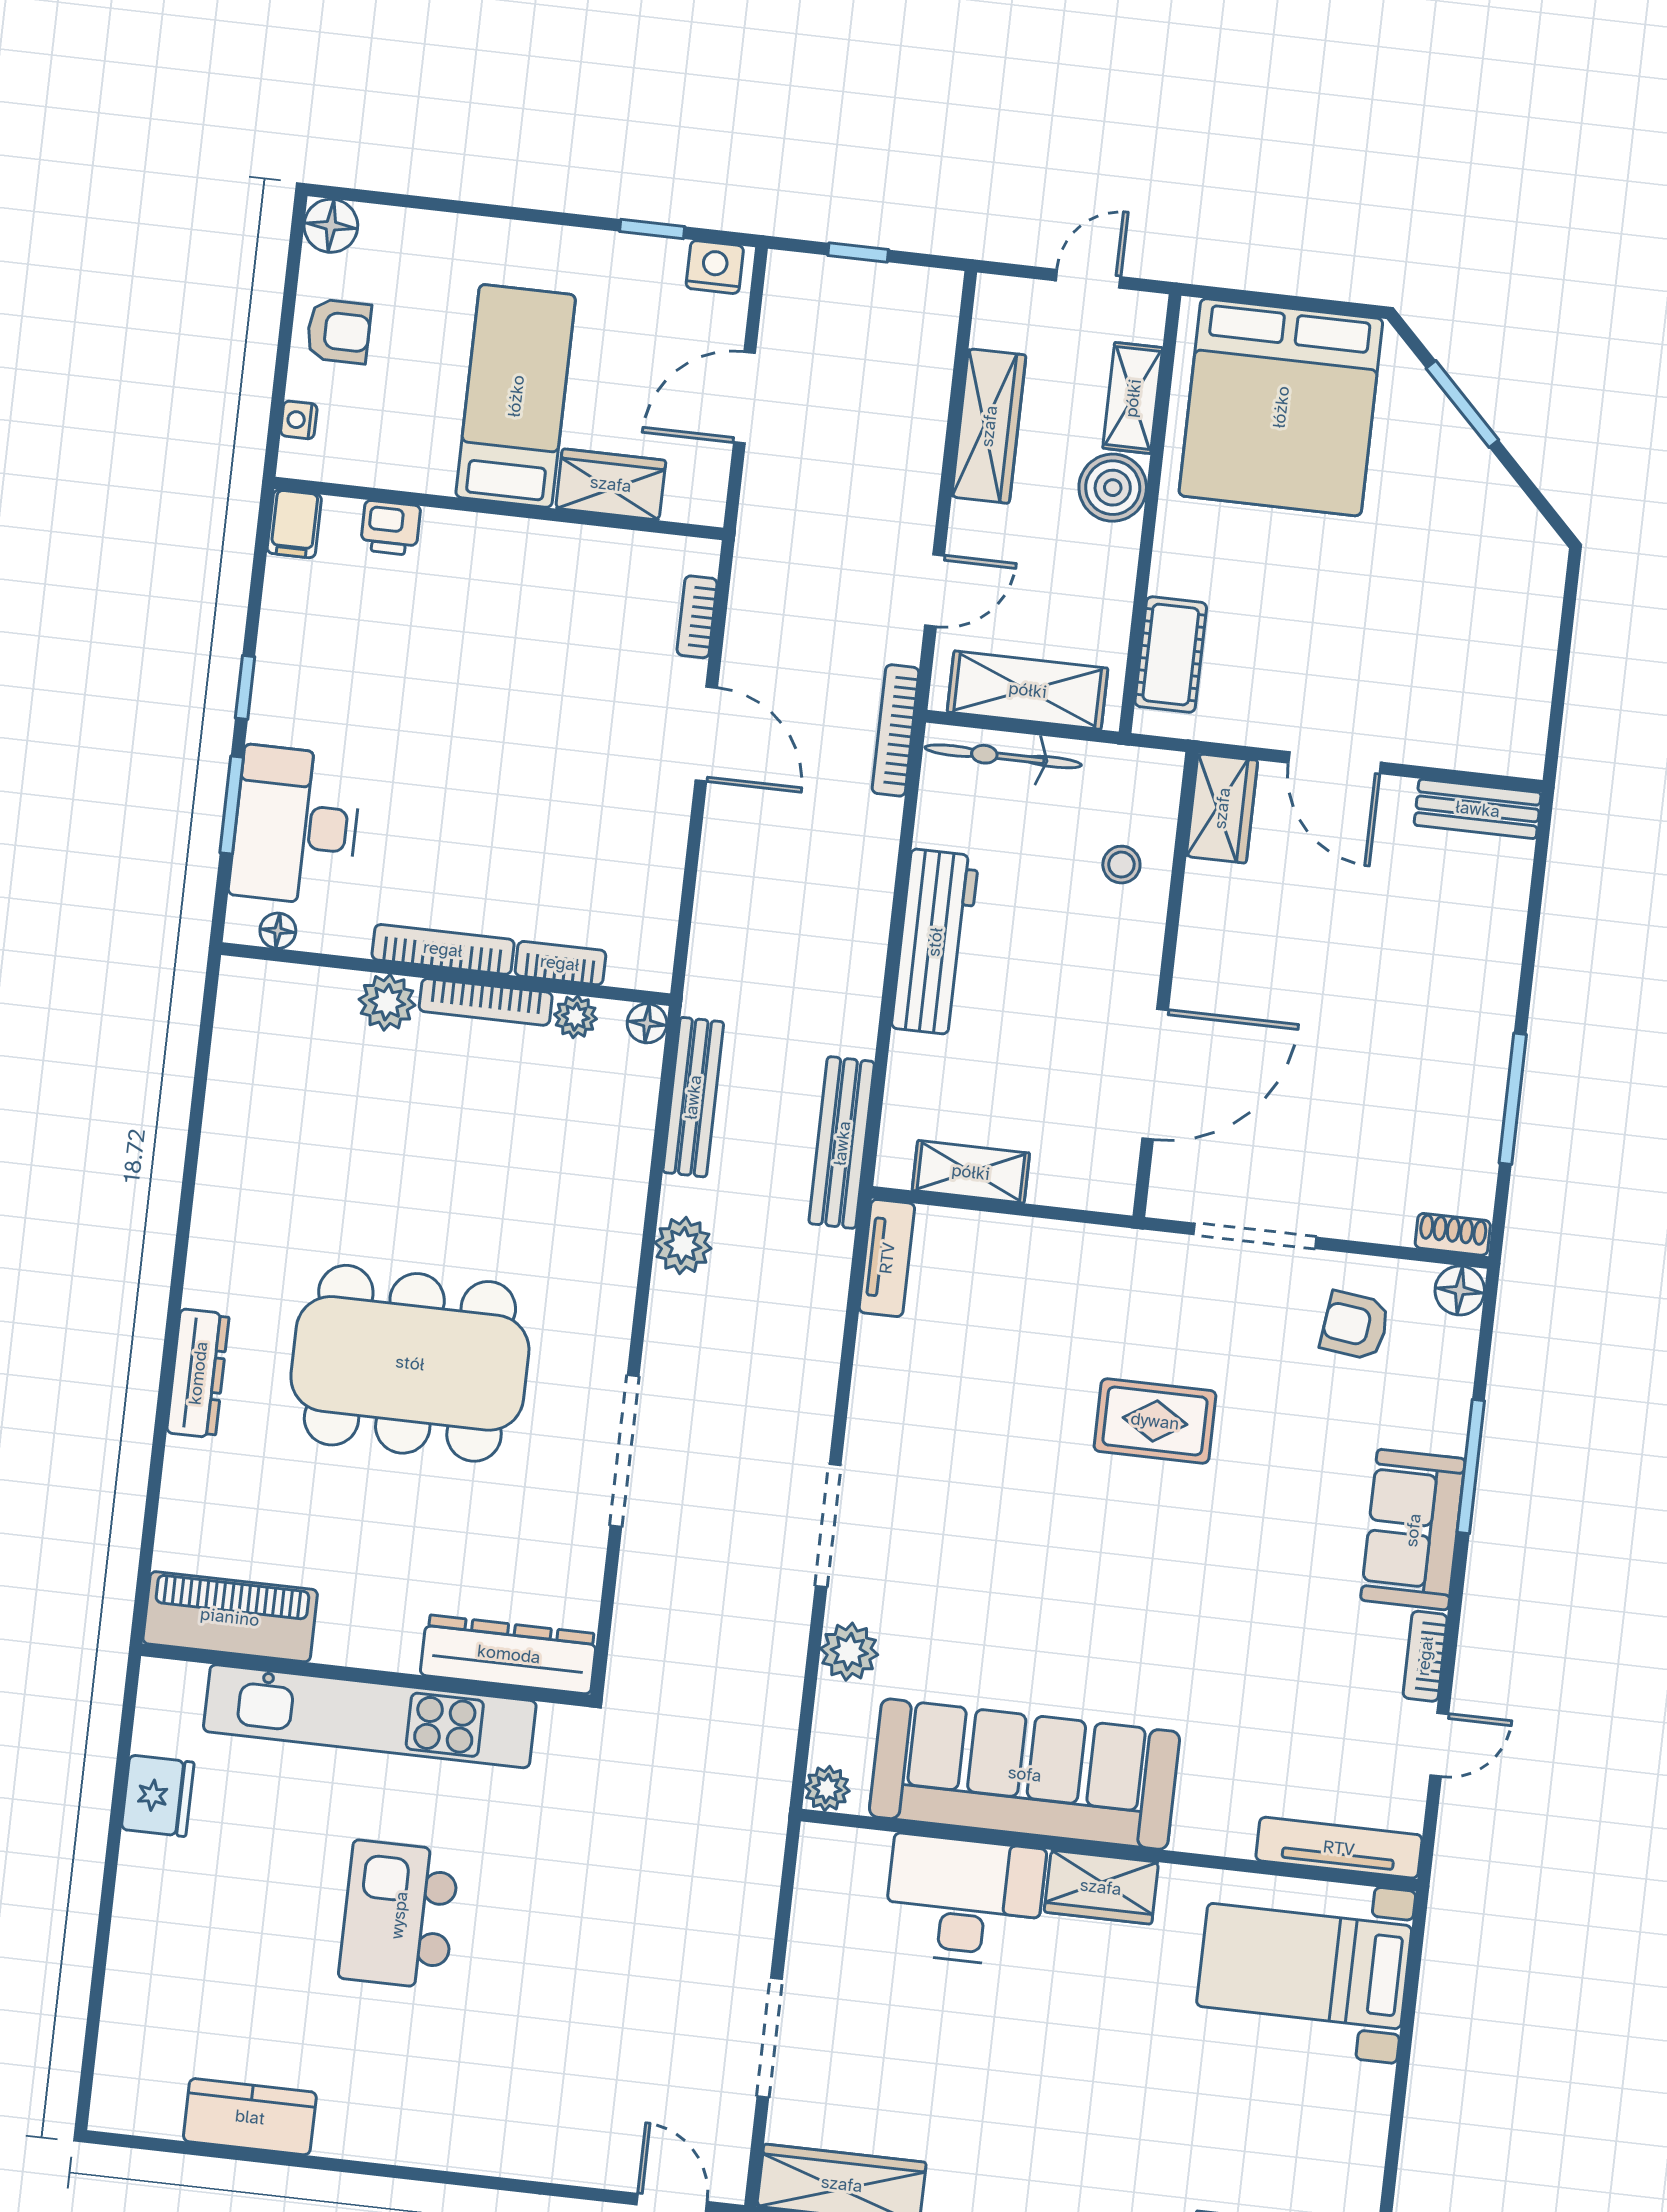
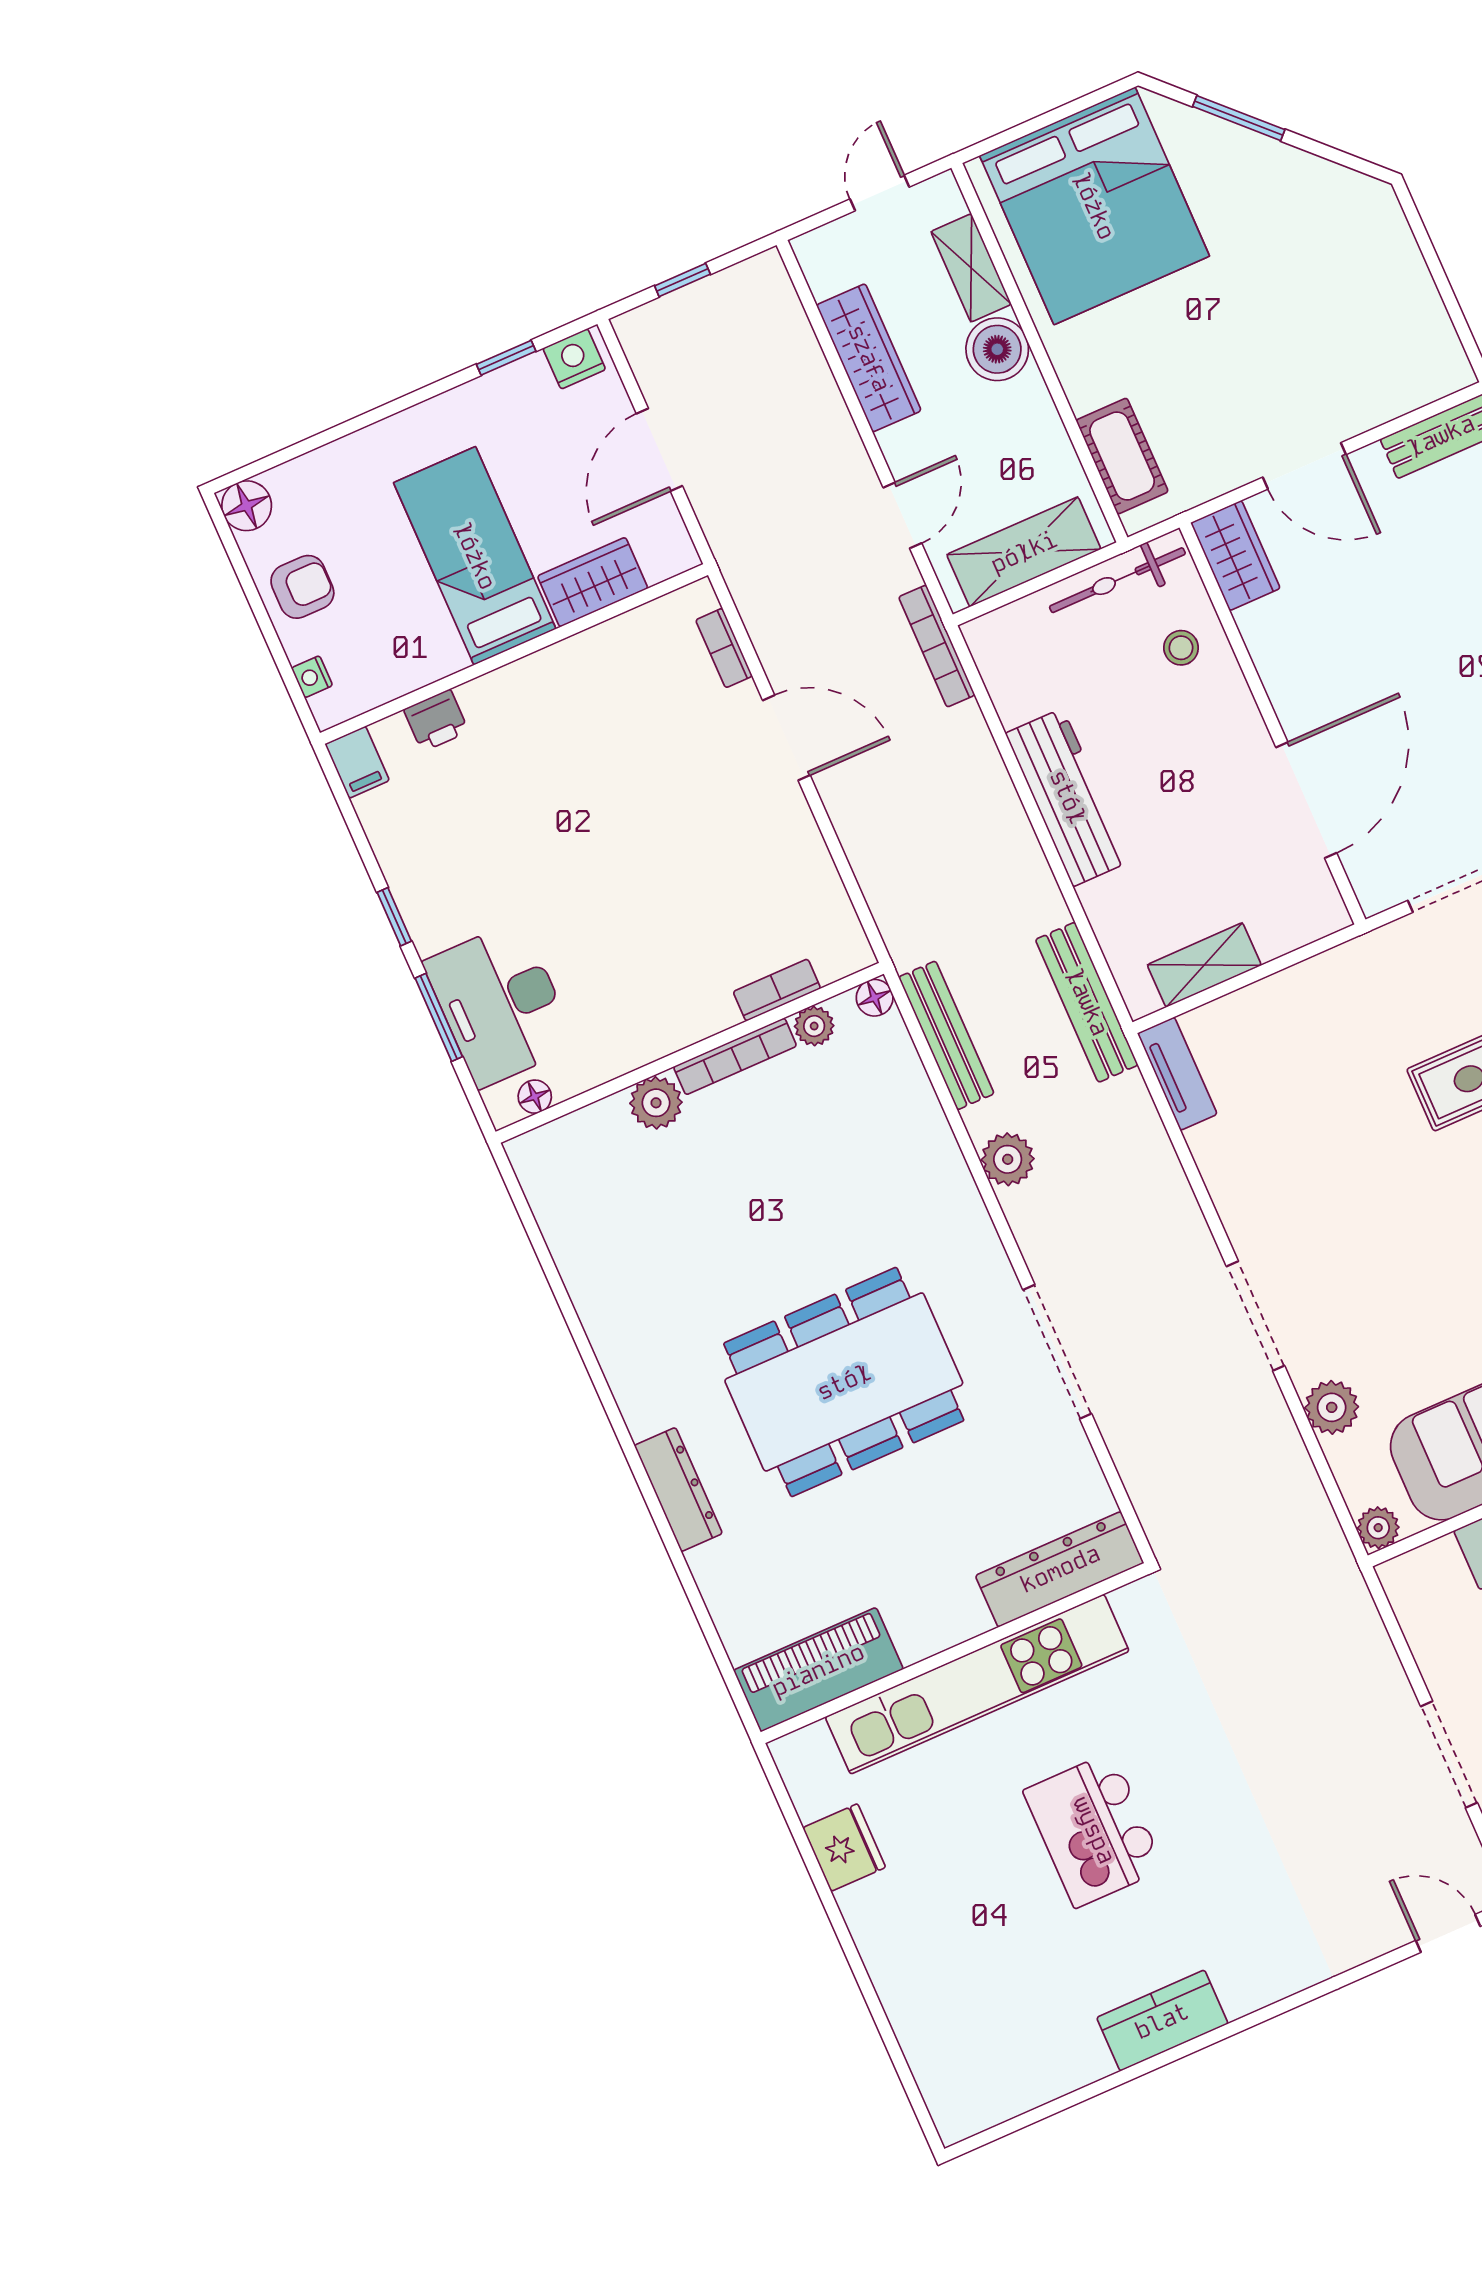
bicycle: (1003, 756) -> (1117, 580), moved
bookcase: (443, 949) -> (676, 1034), removed
kitchen counter: (250, 2117) -> (1162, 2021), moved

